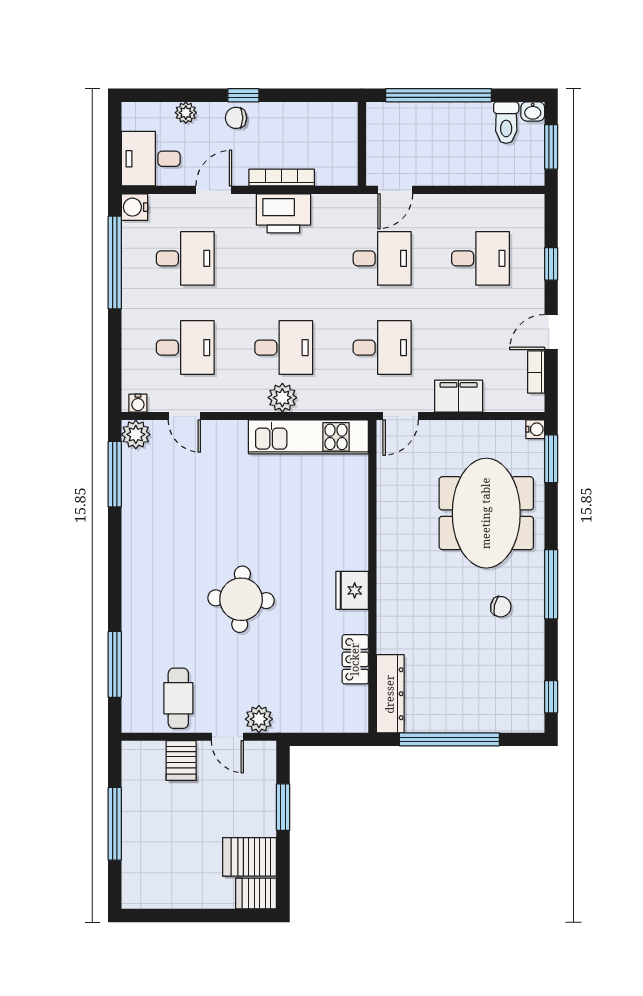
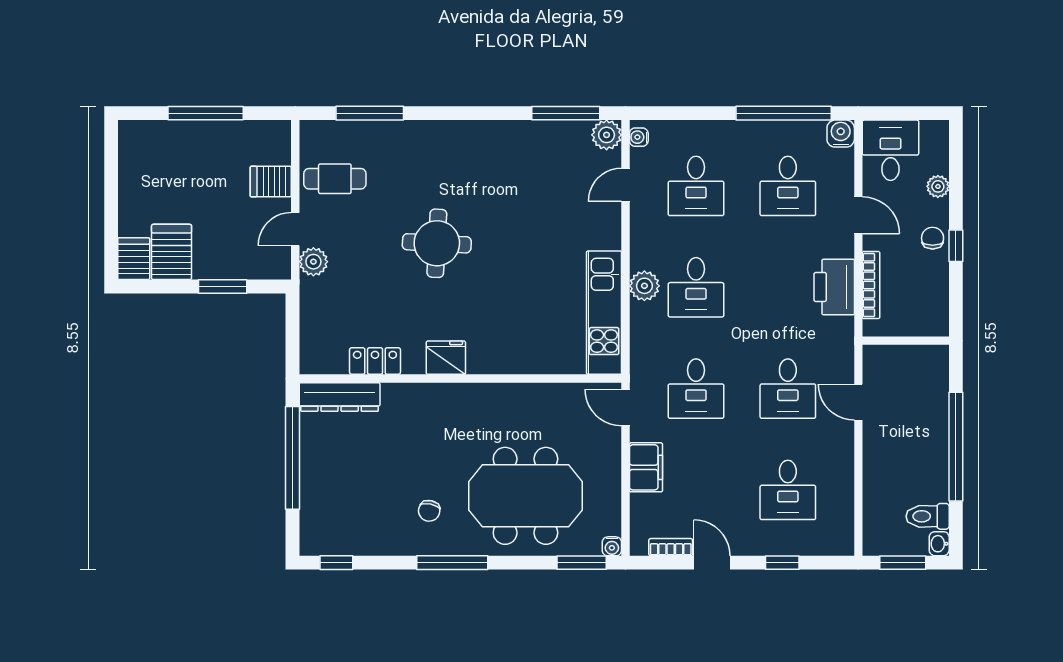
wall: (362, 144) -> (906, 341), moved

